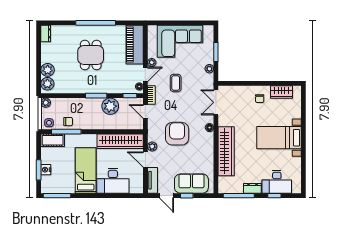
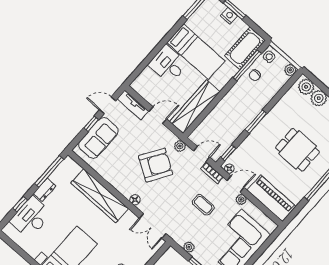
door: (145, 74) -> (236, 184), swing flipped
double door: (216, 102) -> (153, 226), swing flipped
plant: (110, 106) -> (235, 126), removed
armchair: (177, 134) -> (156, 165), turned -58
cot: (53, 140) -> (245, 48), width x1.37, depth x1.34
plant: (152, 147) -> (180, 146), moved
desk: (113, 181) -> (168, 64), width x0.73

